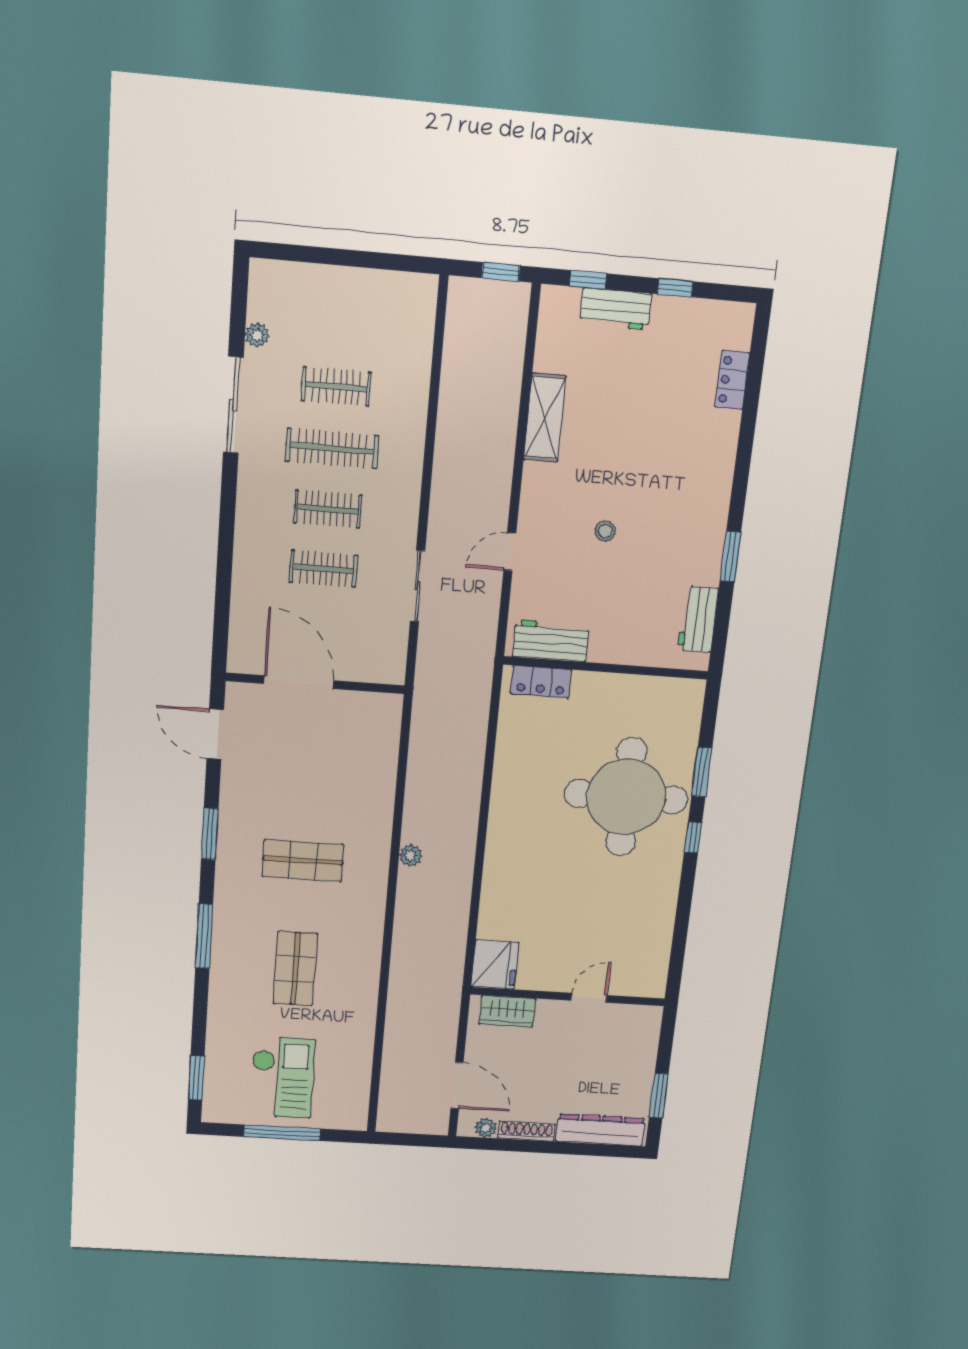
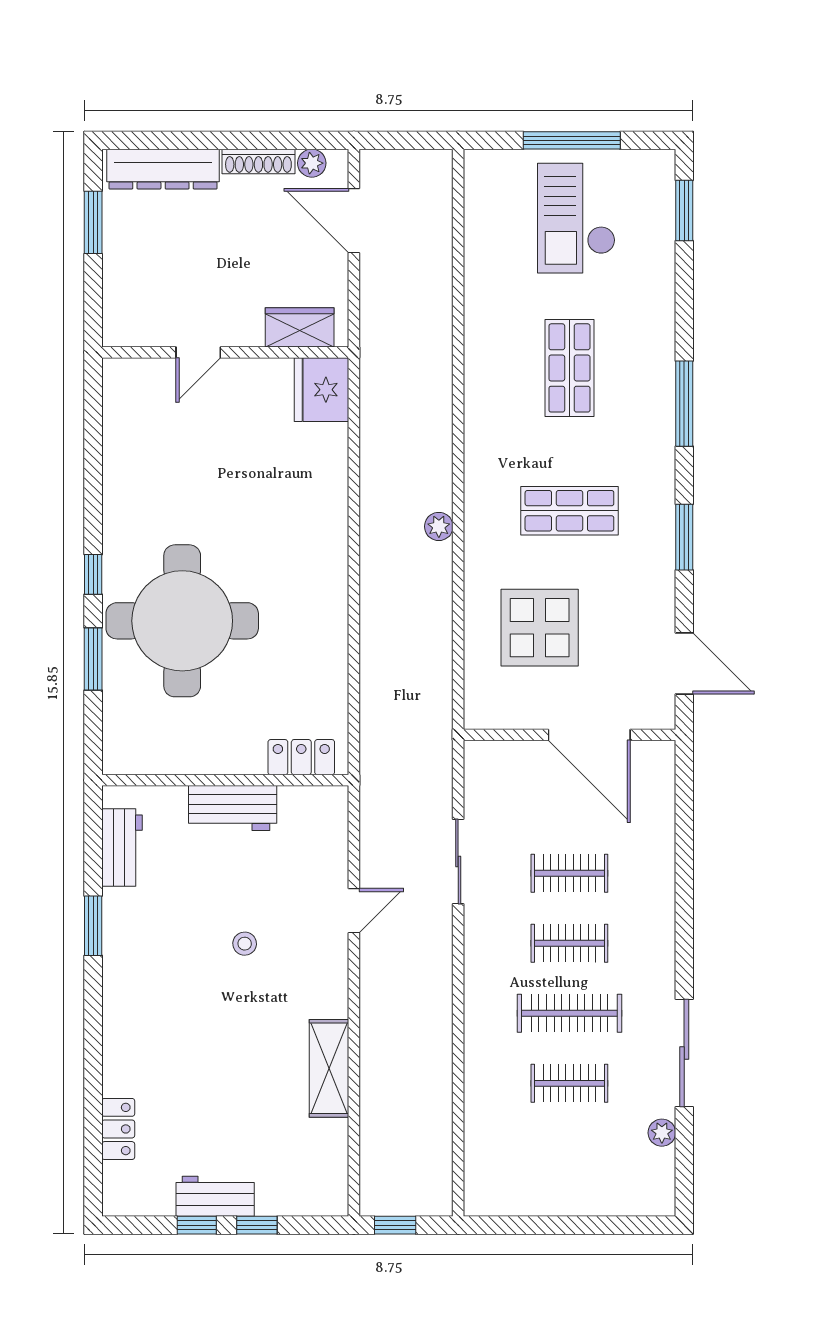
window: (588, 280) -> (257, 1225), moved
workbench: (616, 309) -> (215, 1196), moved
workbench: (551, 641) -> (233, 808), moved
display table: (334, 771) -> (540, 628), added

